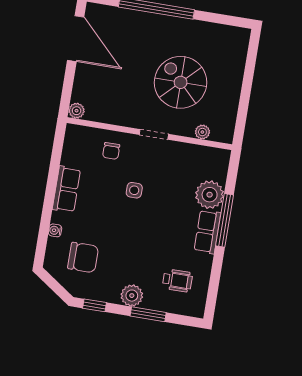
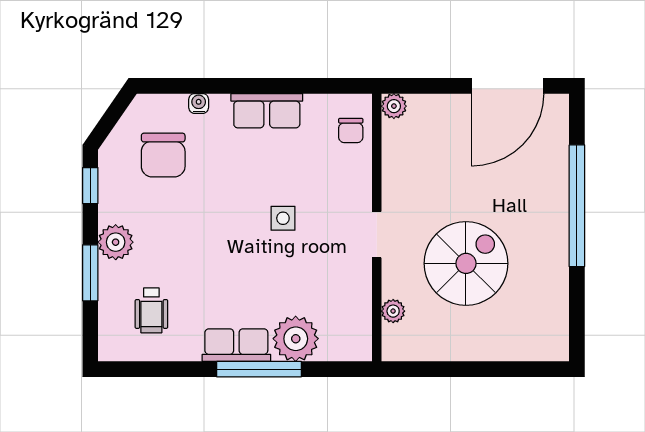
chair: (111, 151) -> (351, 130), moved, turned -90

